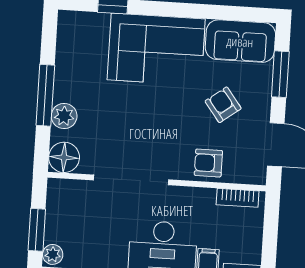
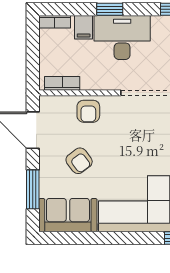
armchair: (208, 163) -> (88, 111), turned 90

